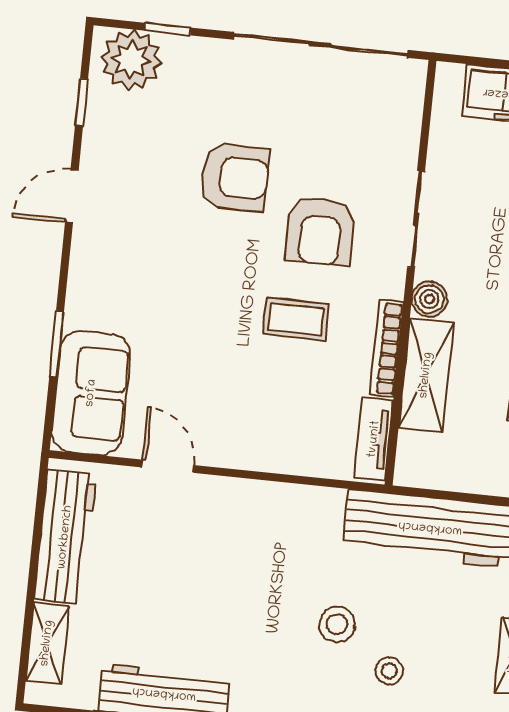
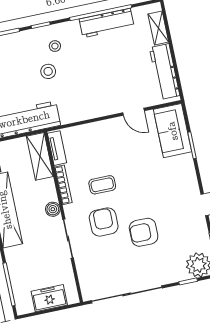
shelving: (426, 375) -> (40, 156), moved
stool: (389, 671) -> (55, 46), moved

